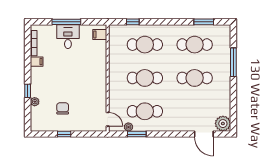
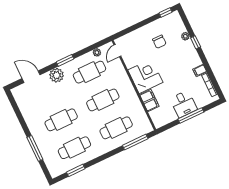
window: (133, 22) -> (135, 142), width x2.17
filing cabinet: (100, 34) -> (149, 100), moved, width x2.00
corner desk: (92, 81) -> (145, 76), added
door: (108, 119) -> (117, 51), hinge flipped
plant: (223, 124) -> (57, 75), moved
window: (64, 134) -> (166, 13), moved
window: (137, 134) -> (65, 60), moved

